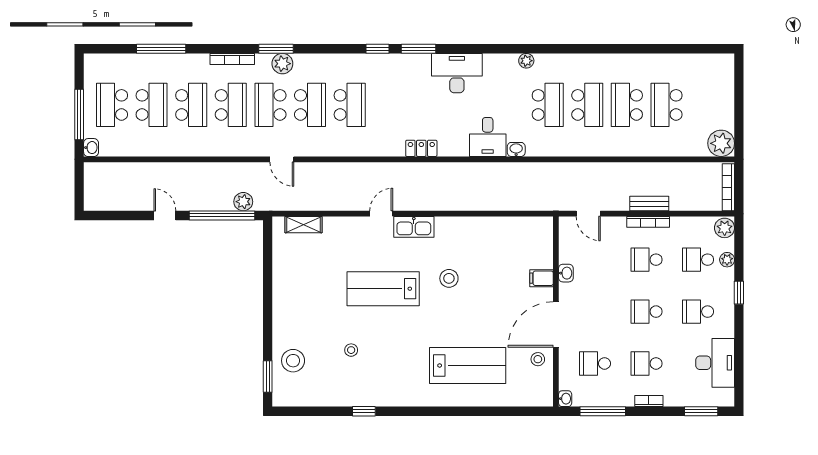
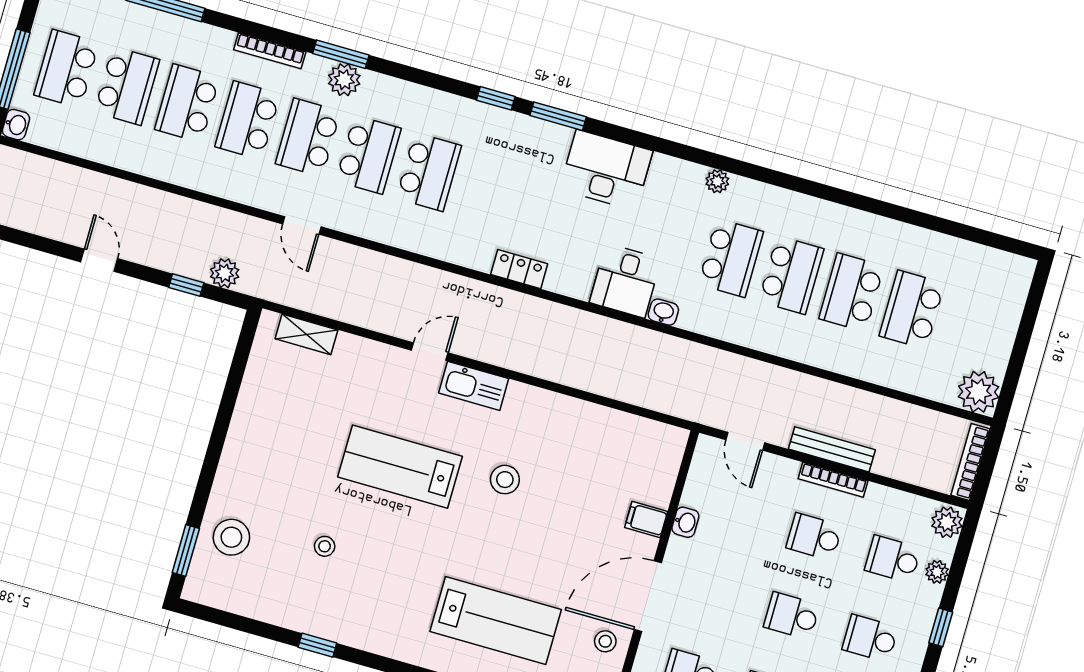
school desk: (191, 105) -> (187, 103), turned 180
school desk: (231, 105) -> (248, 120), turned 180
bench: (649, 204) -> (832, 449), width x1.36
window: (222, 215) -> (186, 285), width x0.32

